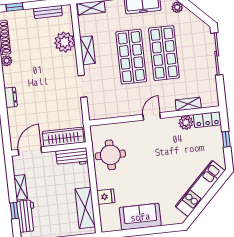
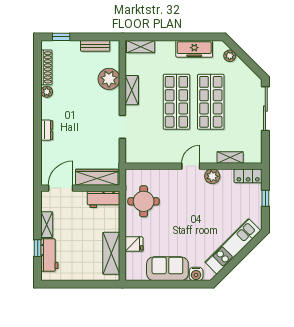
plant: (186, 122) -> (212, 176), moved
water cooler: (168, 219) -> (196, 274), added

